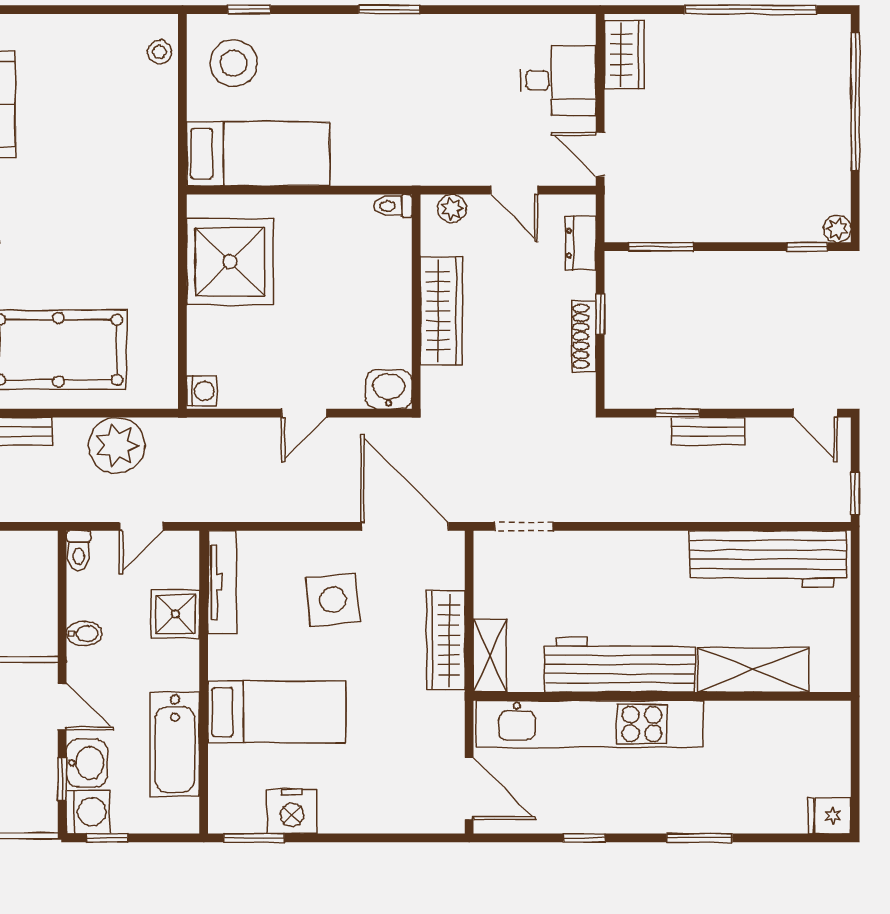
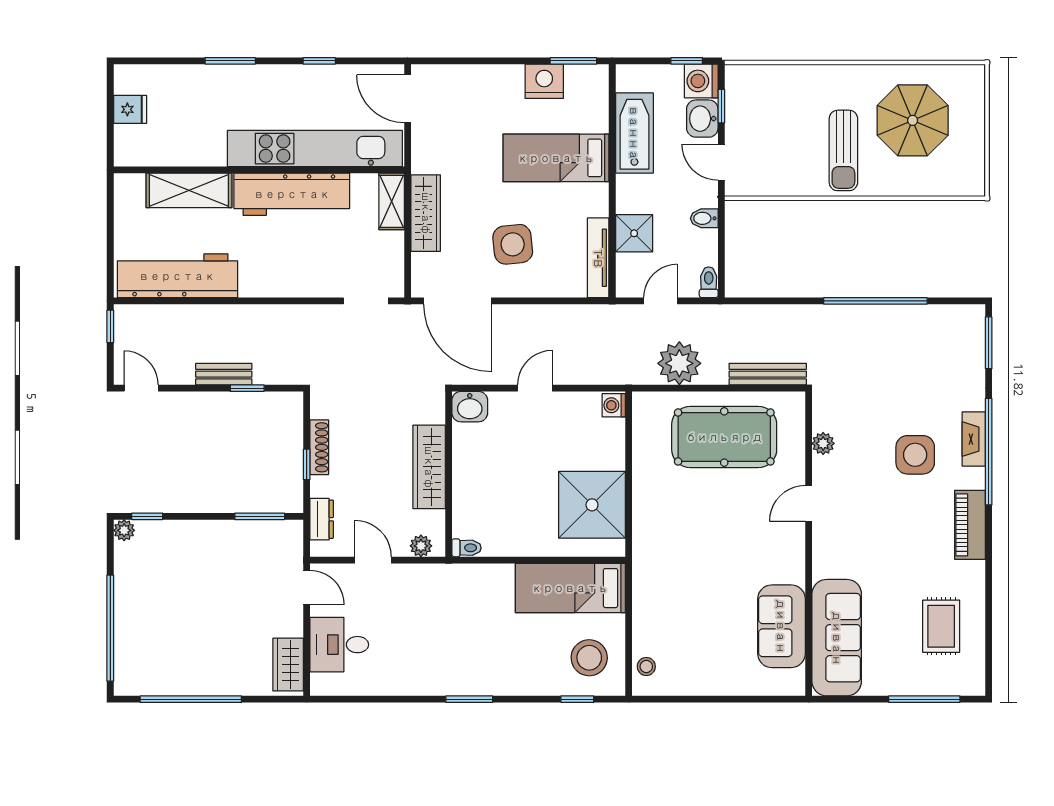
fridge: (829, 816) -> (130, 109), moved

